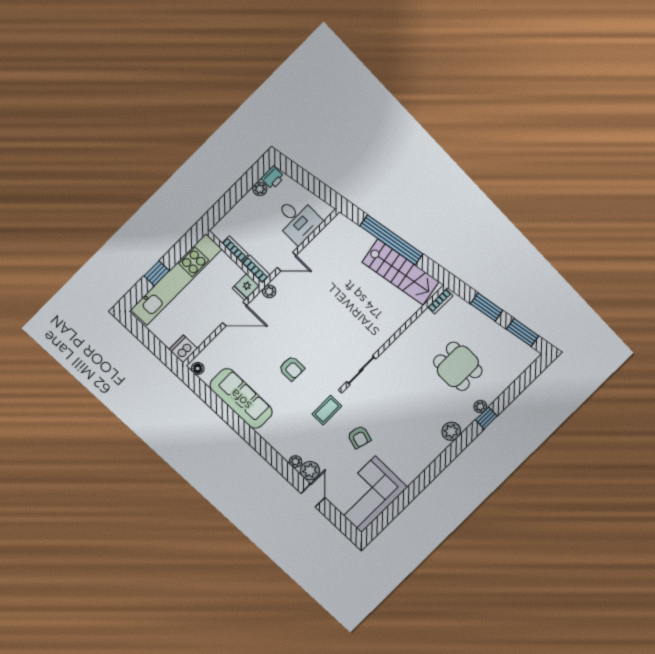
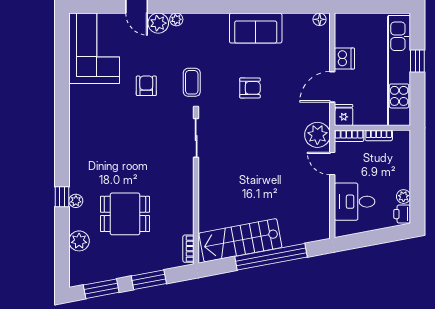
door: (287, 262) -> (332, 164), hinge flipped
plant: (269, 291) -> (317, 135), width x1.87, depth x1.87
dishwasher: (183, 349) -> (344, 59), moved
armchair: (292, 368) -> (250, 88), turned 180
sofa: (241, 399) -> (256, 28), width x0.73
plant: (451, 431) -> (79, 241), moved
armchair: (359, 437) -> (146, 86), turned 74

